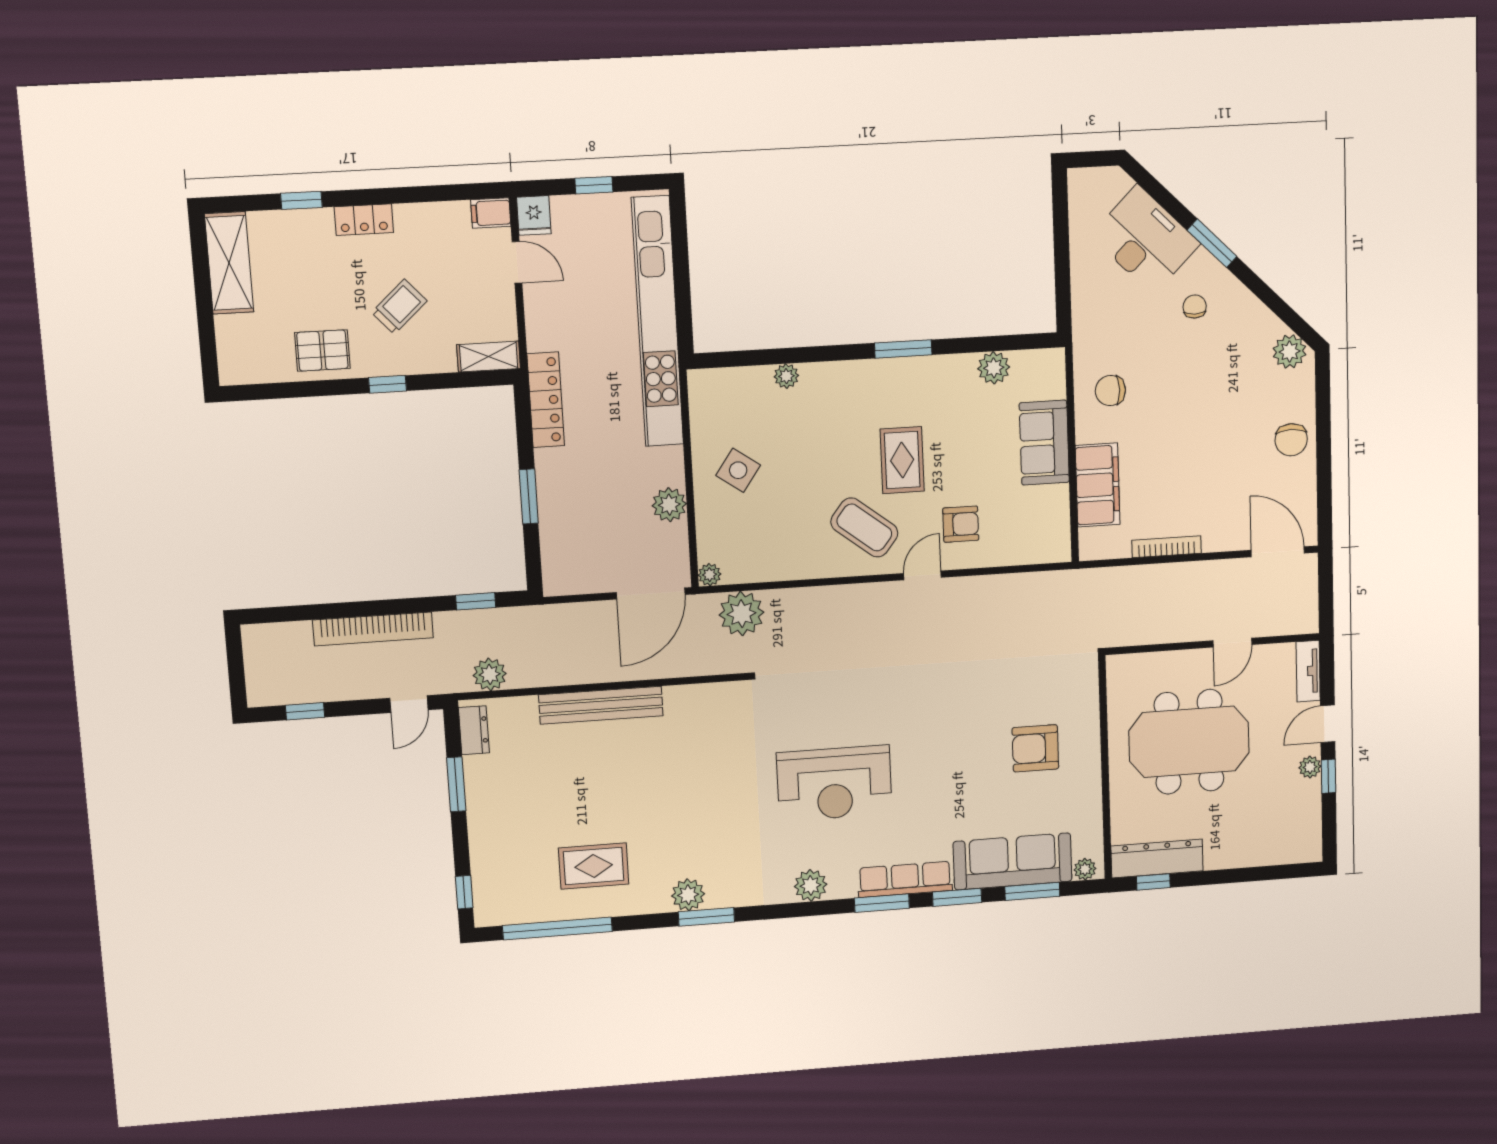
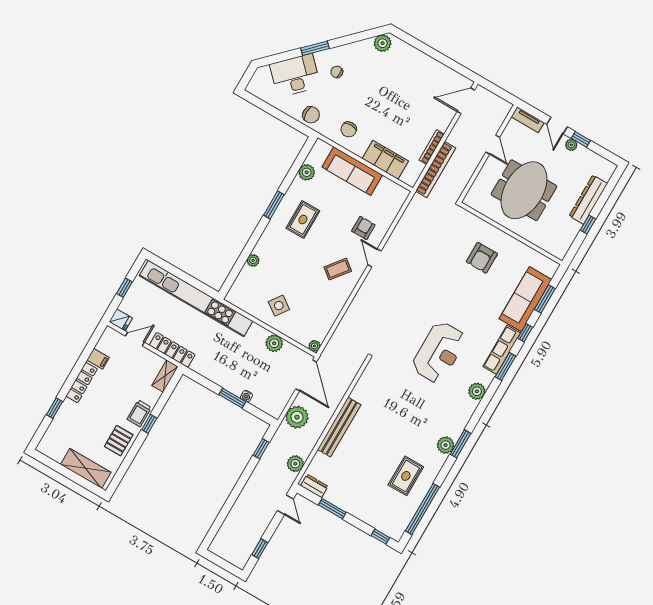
filing cabinet: (491, 213) -> (98, 359), moved, turned -90
locker: (364, 220) -> (82, 382), width x1.53
shelving: (229, 263) -> (86, 468), moved
trolley: (399, 307) -> (139, 413), moved, turned -138
locker: (546, 400) -> (172, 350), moved
chair: (1291, 440) -> (311, 115), moved
sofa: (1044, 443) -> (352, 171), width x1.36
rug: (902, 460) -> (303, 219), moved, turned 90
water cooler: (548, 518) -> (246, 396), added
coffee table: (864, 527) -> (338, 269), width x0.73, depth x0.77
plant: (742, 614) -> (297, 417), moved
bookcase: (373, 629) -> (436, 169), moved
dresser: (1157, 859) -> (588, 200), moved
plant: (1085, 869) -> (550, 270), removed
window: (1153, 882) -> (588, 225), moved
window: (957, 897) -> (525, 333), width x0.67

